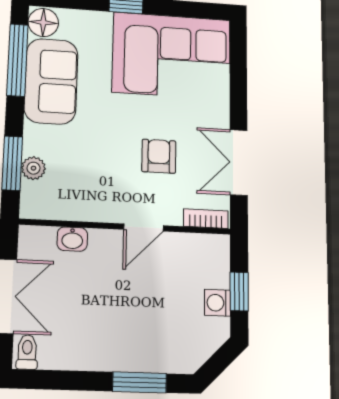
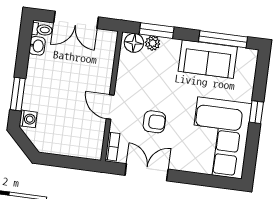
floor lamp: (43, 22) -> (134, 43), moved
washbasin: (72, 239) -> (37, 46), moved, turned 180
window: (239, 291) -> (66, 162), removed
washing machine: (217, 303) -> (28, 119), moved, turned 90

